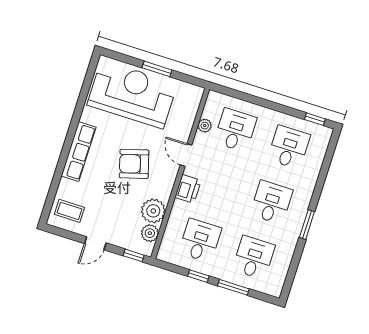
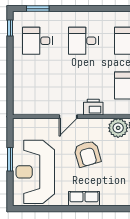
plant: (205, 126) -> (41, 110), removed
desk: (235, 130) -> (37, 85), removed
row of seats: (79, 152) -> (84, 199), width x0.68
window: (307, 225) -> (38, 9), moved

